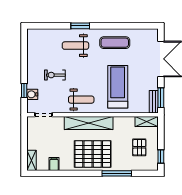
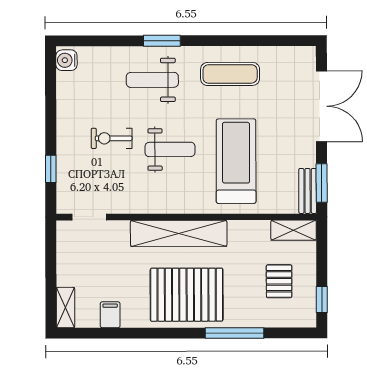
water cooler: (32, 94) -> (66, 60), moved
weight bench: (81, 100) -> (170, 149), moved

